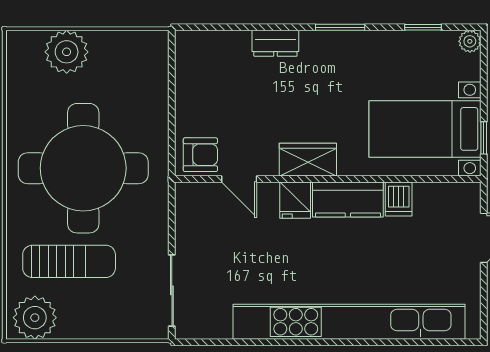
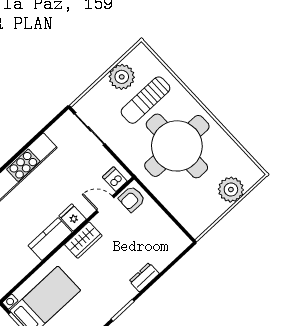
dishwasher: (399, 199) -> (115, 179), moved
plant: (35, 318) -> (122, 77), moved

